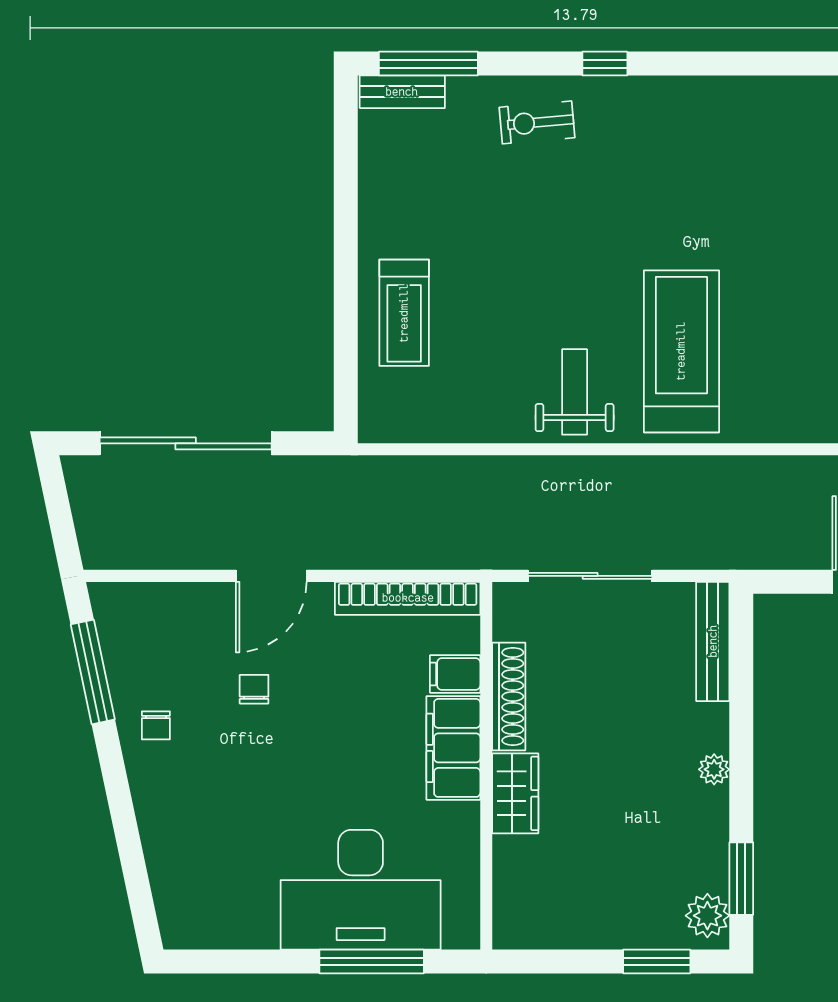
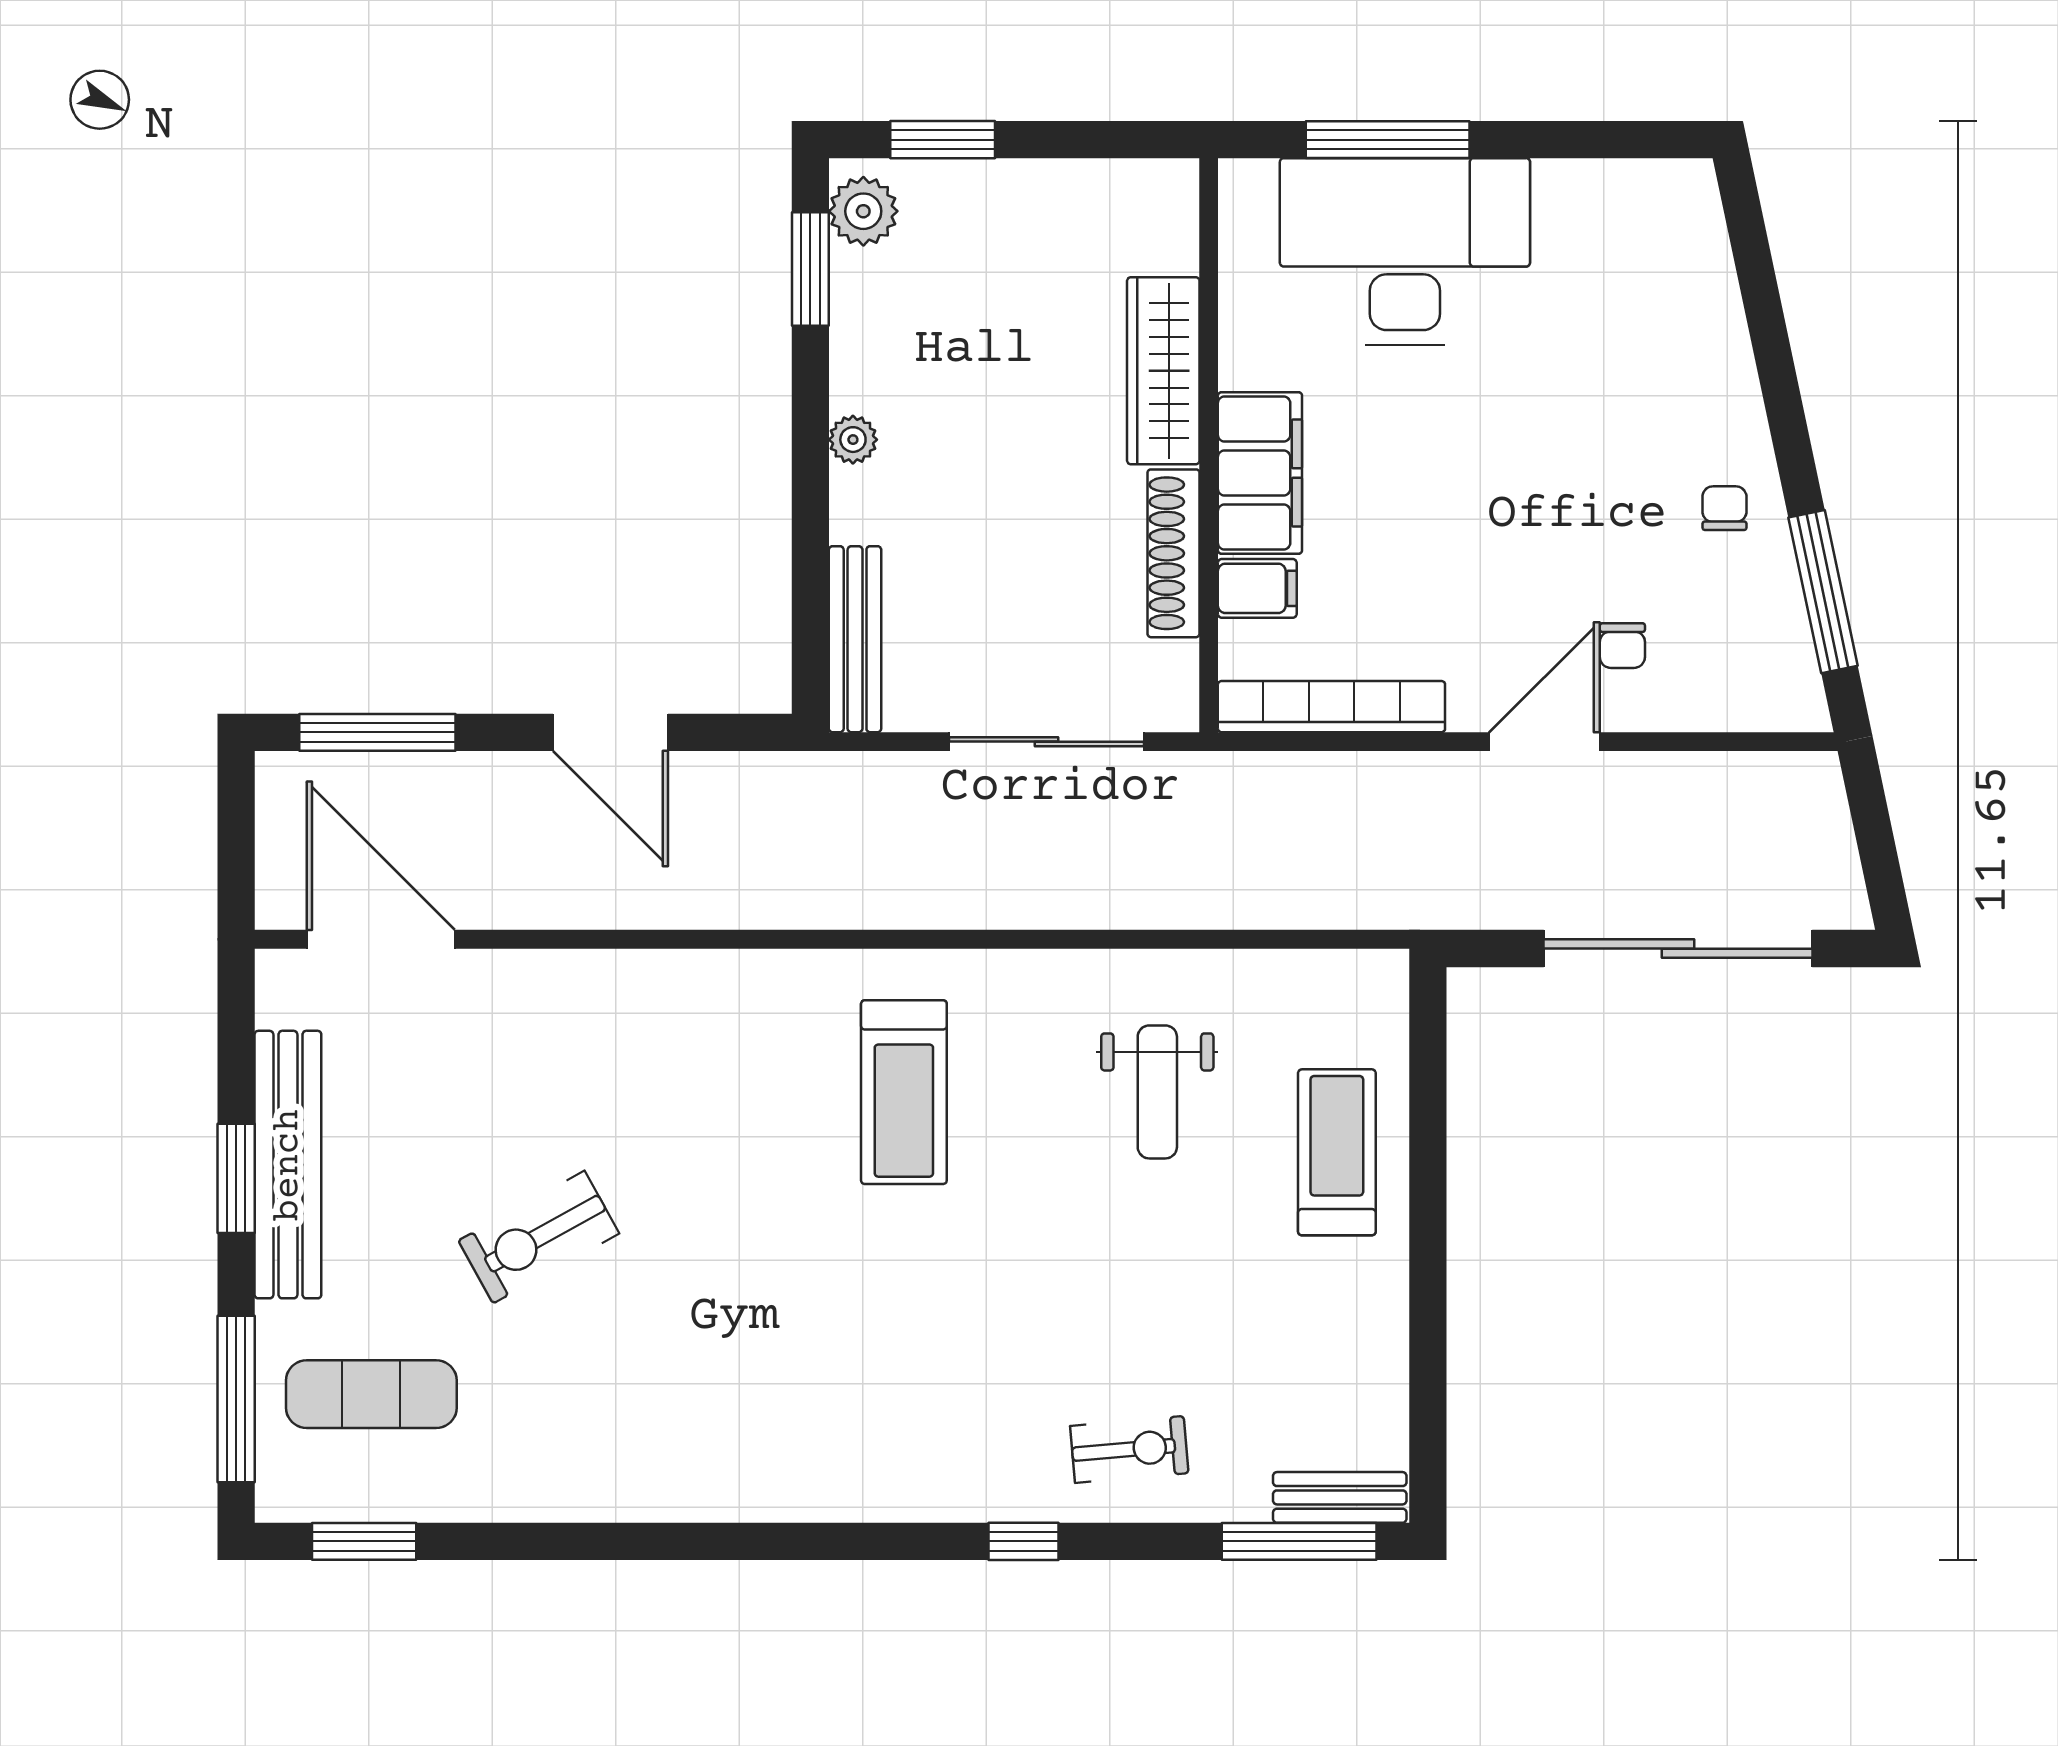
treadmill: (681, 351) -> (904, 1092), width x0.73, depth x0.73
weight bench: (575, 392) -> (1157, 1092), moved
chair: (254, 689) -> (1622, 646), moved
wardrobe: (515, 793) -> (1163, 371), width x1.50

